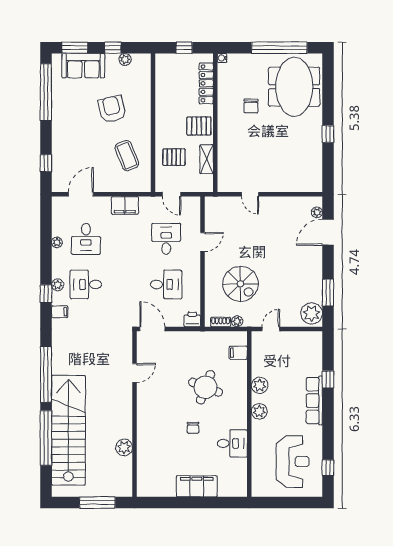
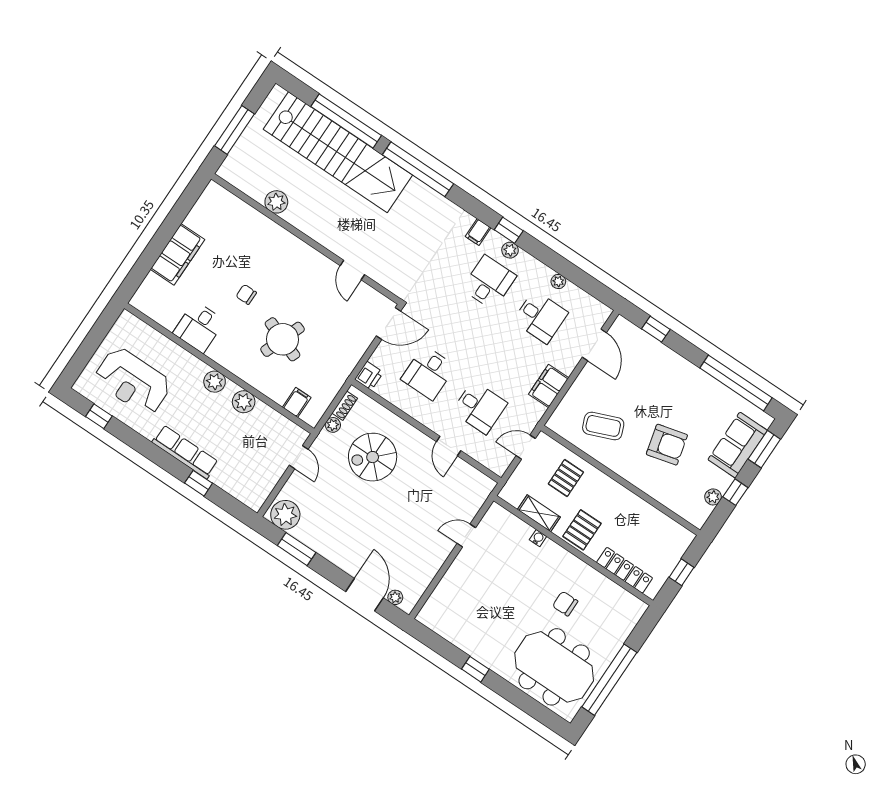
water cooler: (222, 58) -> (538, 538), moved
desk: (86, 239) -> (540, 317), turned 180

